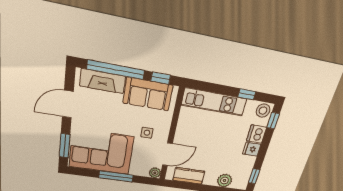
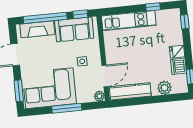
stool: (263, 111) -> (172, 16), removed
dishwasher: (257, 134) -> (178, 66), moved
kitchen counter: (189, 176) -> (130, 91), width x1.50

